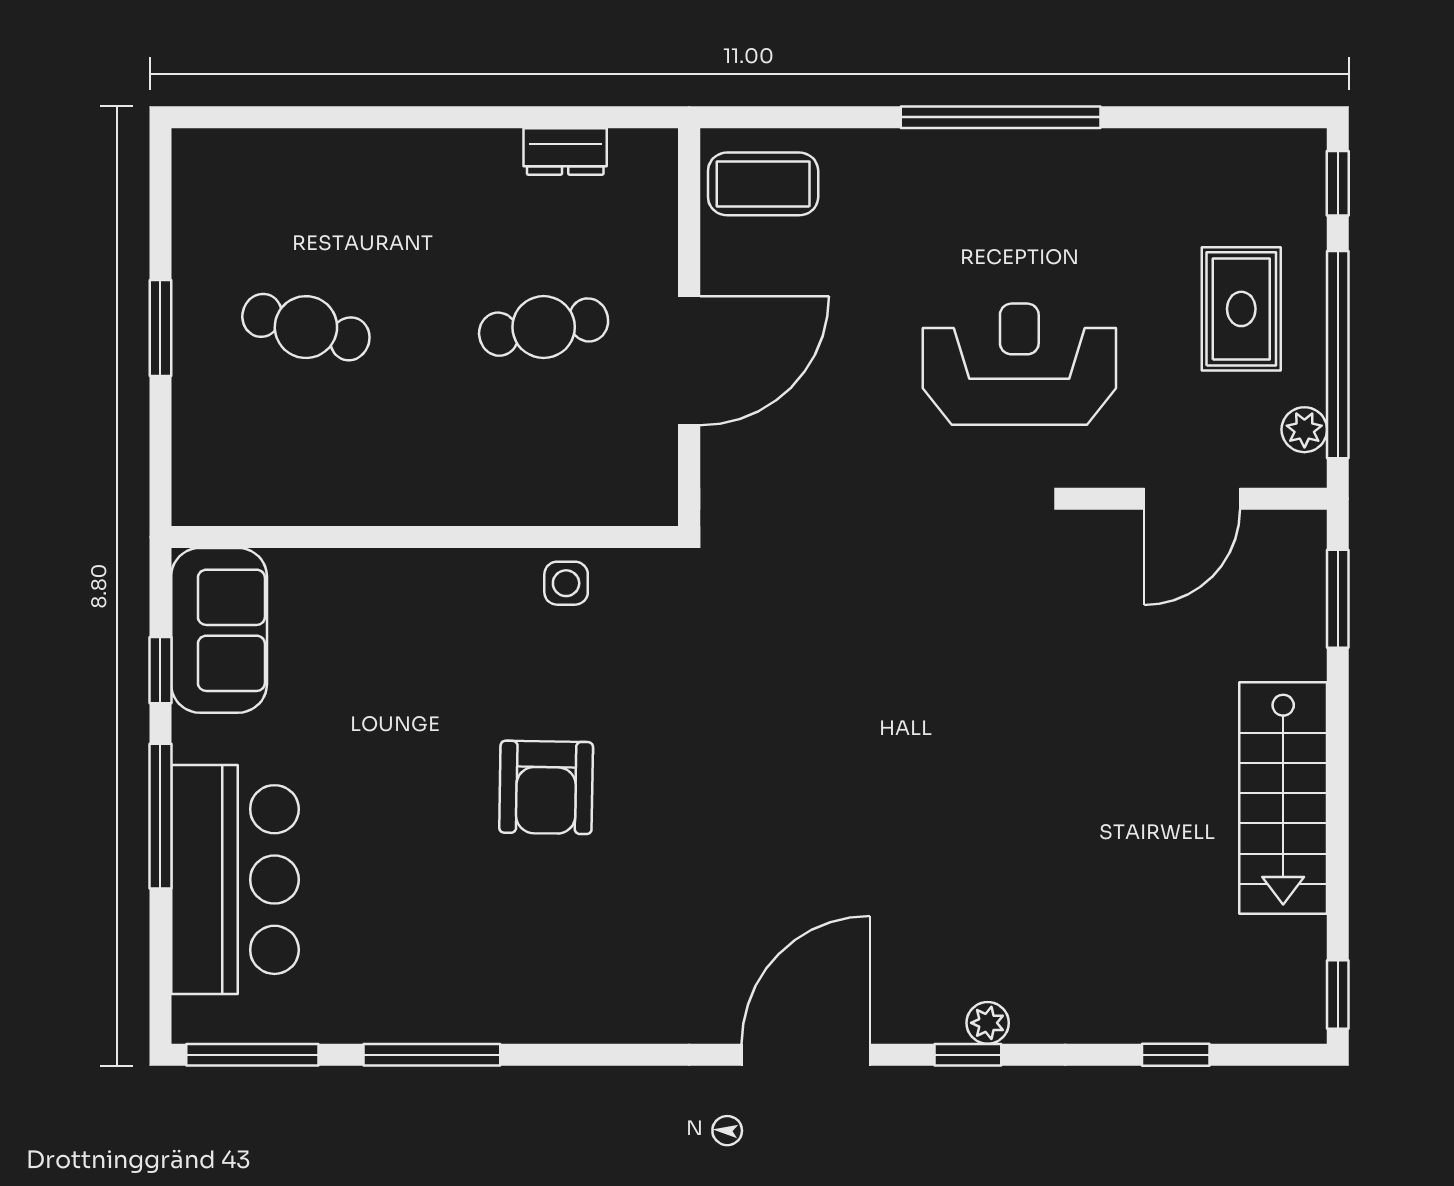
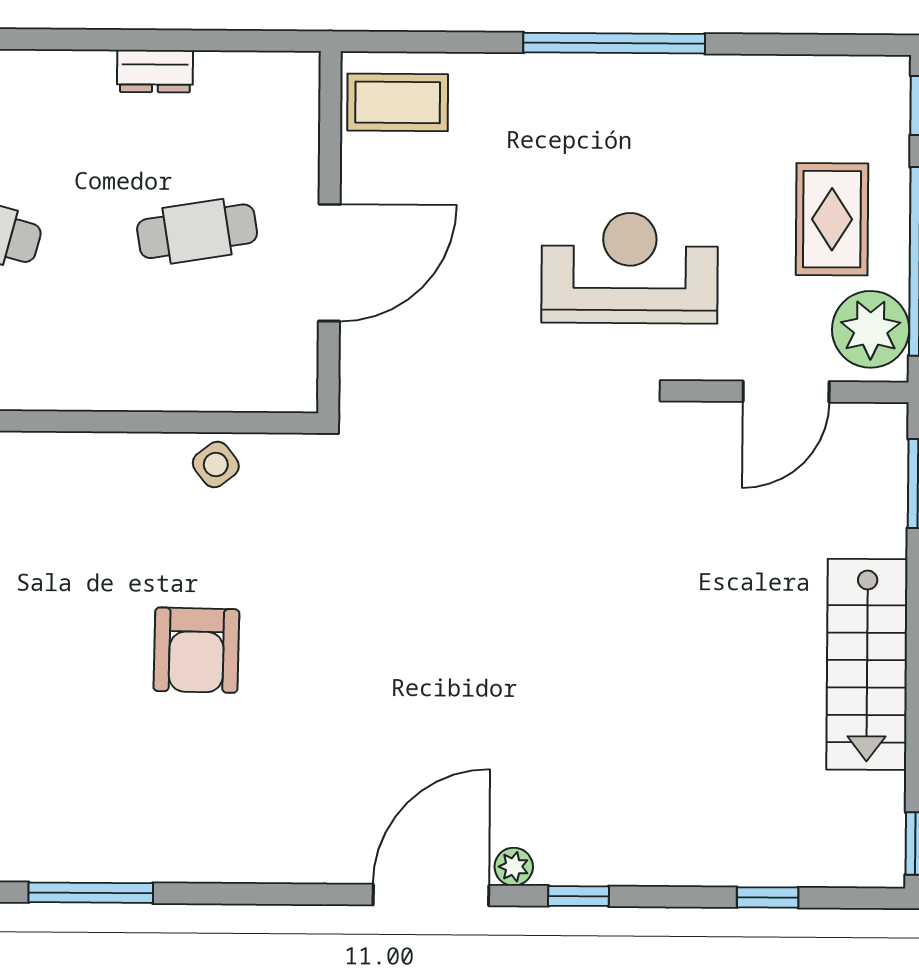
dresser: (565, 151) -> (155, 71), moved
plant: (1304, 430) -> (871, 329), width x1.87, depth x1.87
side table: (566, 583) -> (216, 464), turned -38
plant: (988, 1023) -> (514, 867), moved

